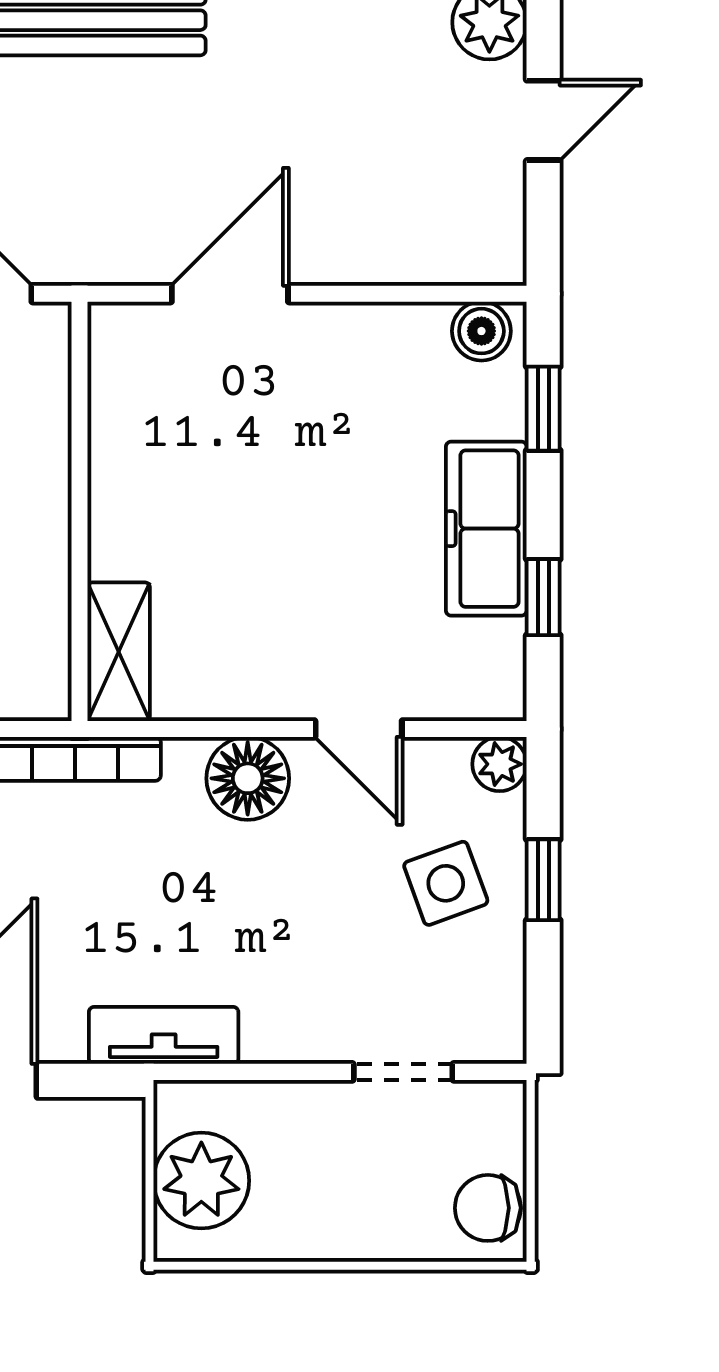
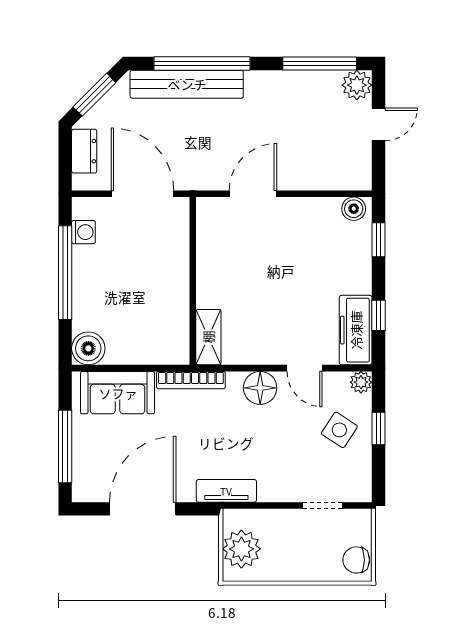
freezer: (486, 529) -> (356, 330), moved
side table: (446, 883) -> (339, 430), turned -37

